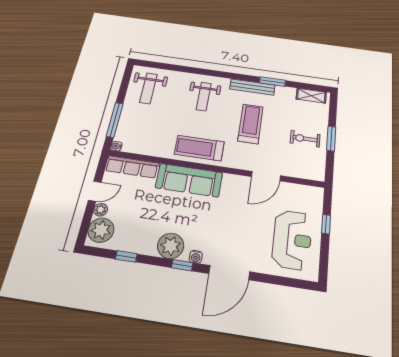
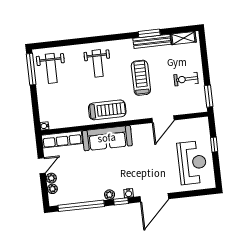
bench: (252, 87) -> (152, 41), moved
window: (115, 120) -> (31, 69), moved
window: (331, 138) -> (209, 96), moved
treadmill: (199, 148) -> (107, 110), turned 180
plant: (101, 230) -> (52, 189), width x0.53, depth x0.53
plant: (171, 246) -> (110, 195), width x0.53, depth x0.53
window: (126, 256) -> (81, 206), width x3.17

